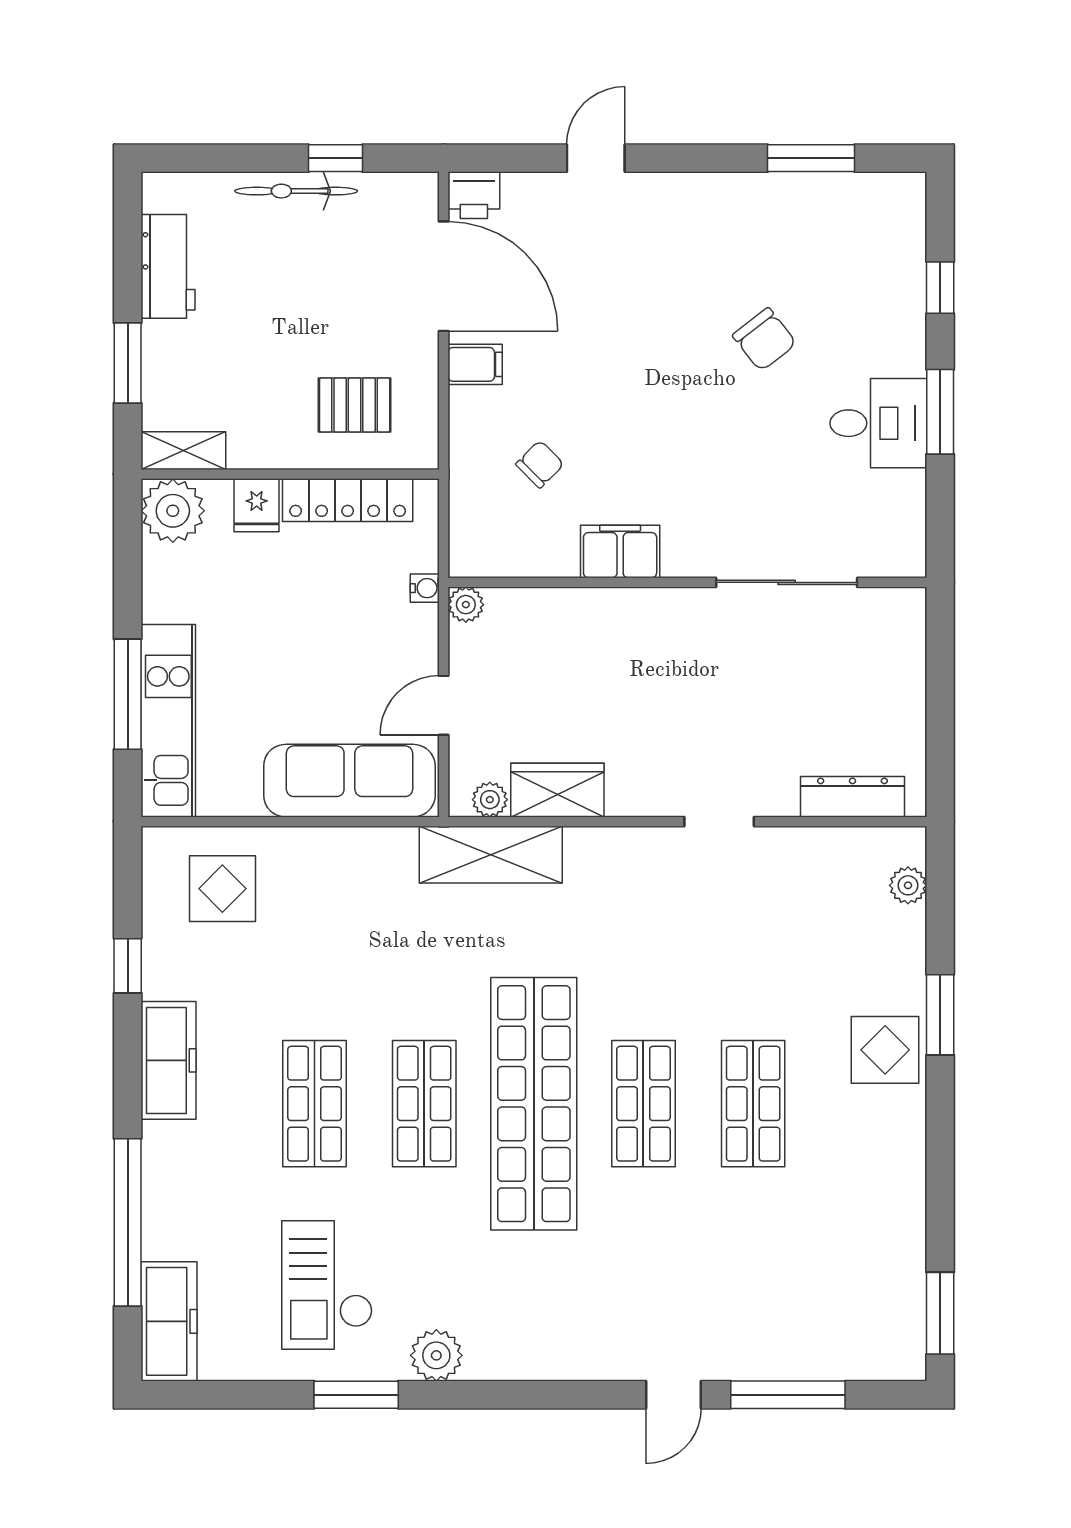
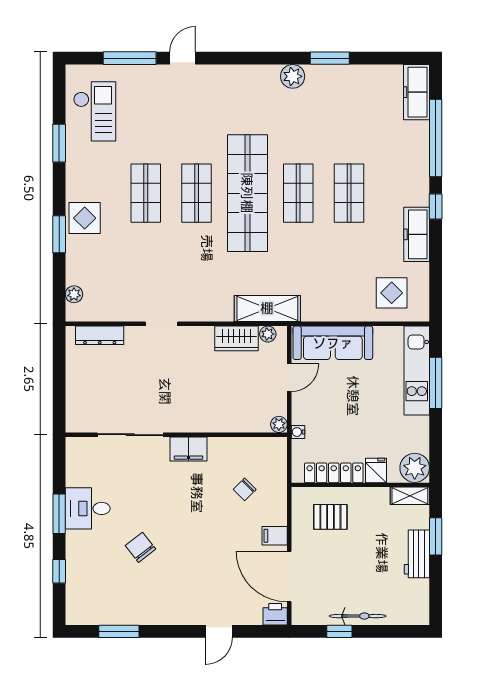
workbench: (168, 266) -> (417, 554), moved
filing cabinet: (620, 551) -> (188, 449), moved
window: (128, 966) -> (436, 207), moved
freezer: (169, 1060) -> (417, 234), moved
checkout: (327, 1285) -> (95, 111), moved
window: (940, 1313) -> (59, 143), moved

